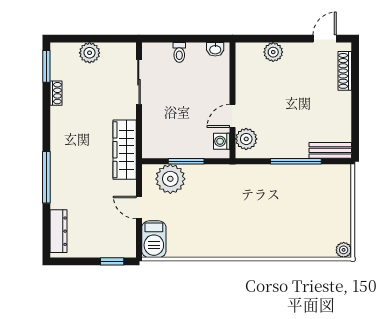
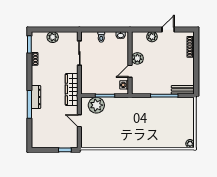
door: (325, 39) -> (168, 29), moved
plant: (246, 139) -> (137, 58), moved
dresser: (59, 231) -> (36, 97), moved
barbecue: (154, 239) -> (87, 138), removed

